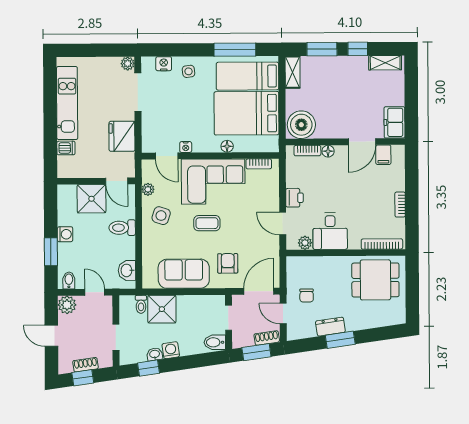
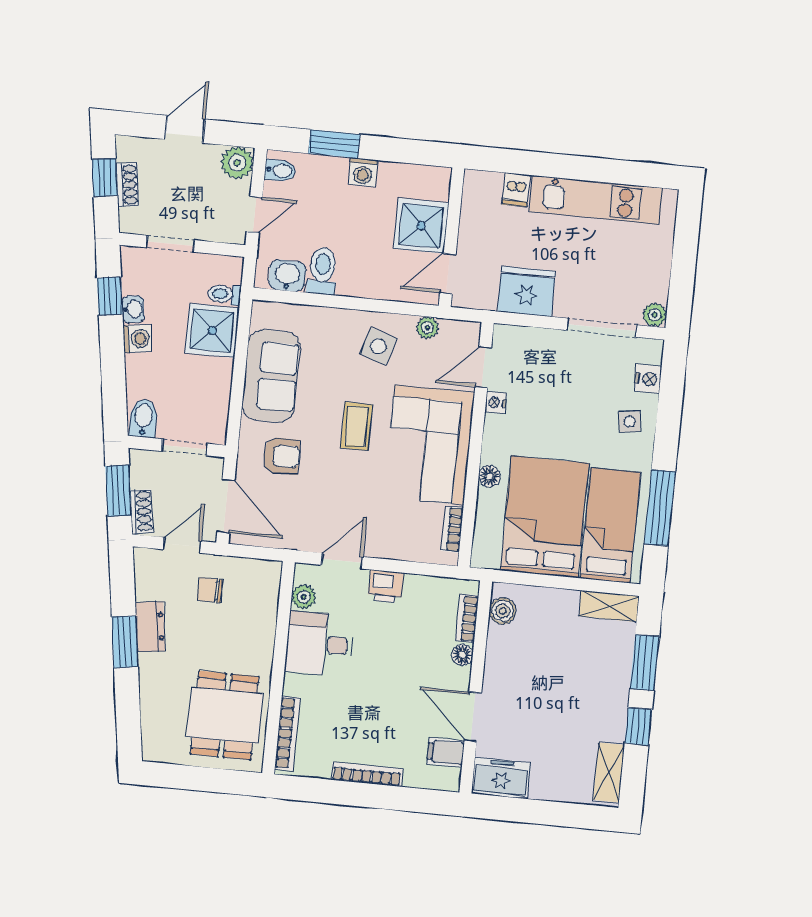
boiler: (301, 125) -> (503, 611), width x0.54, depth x0.54
bookcase: (400, 205) -> (367, 774), width x1.56
toilet: (122, 228) -> (322, 271), moved

